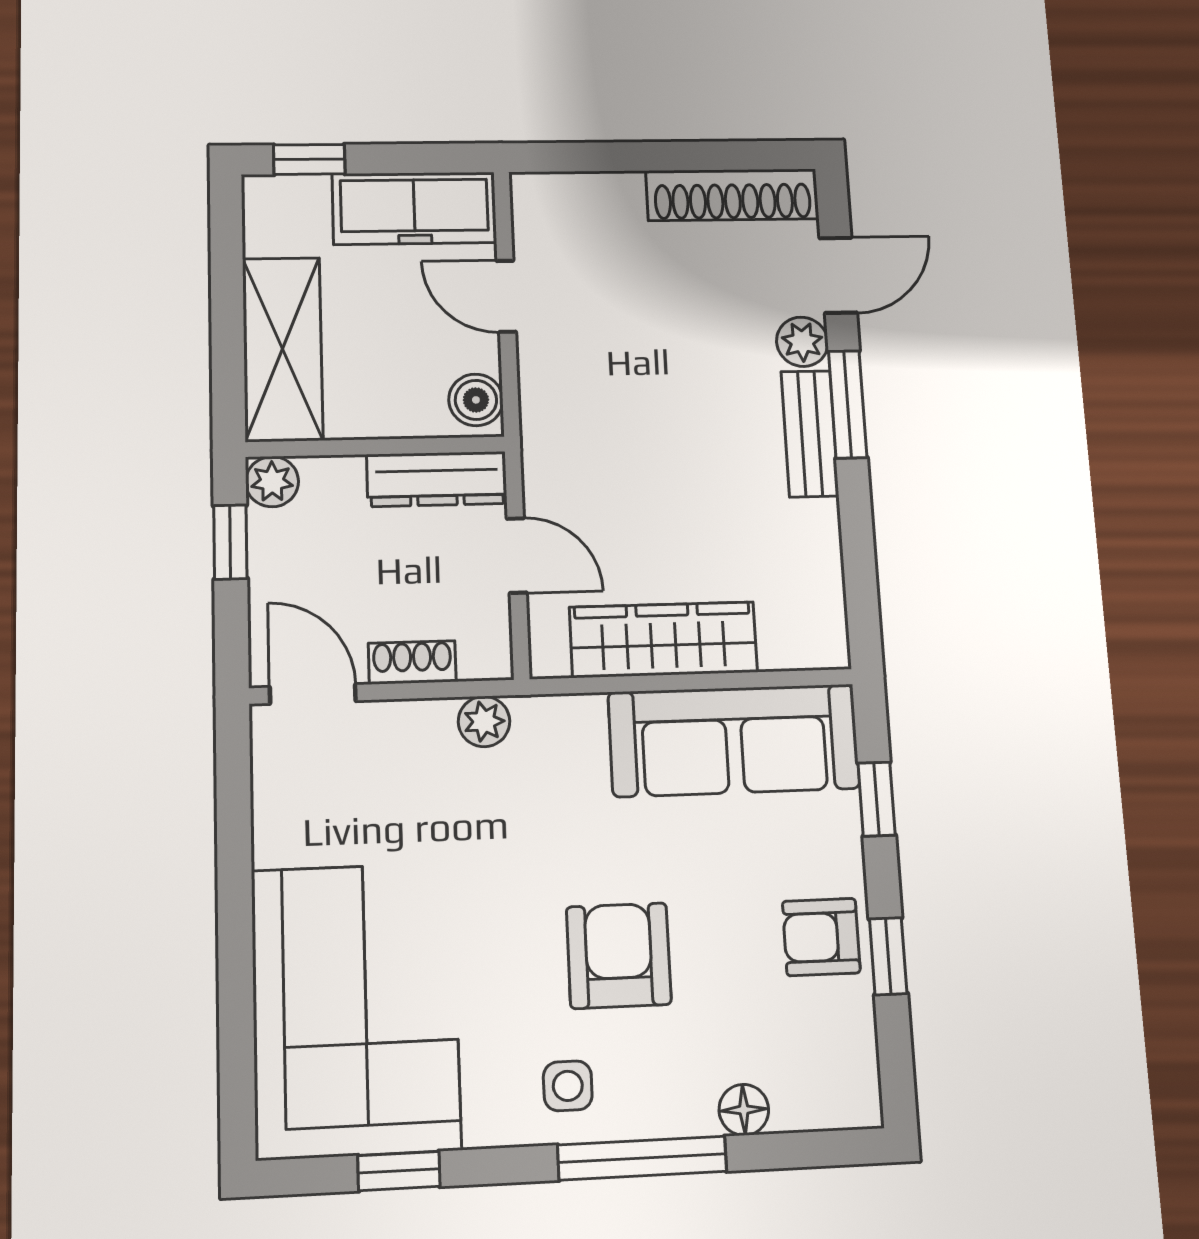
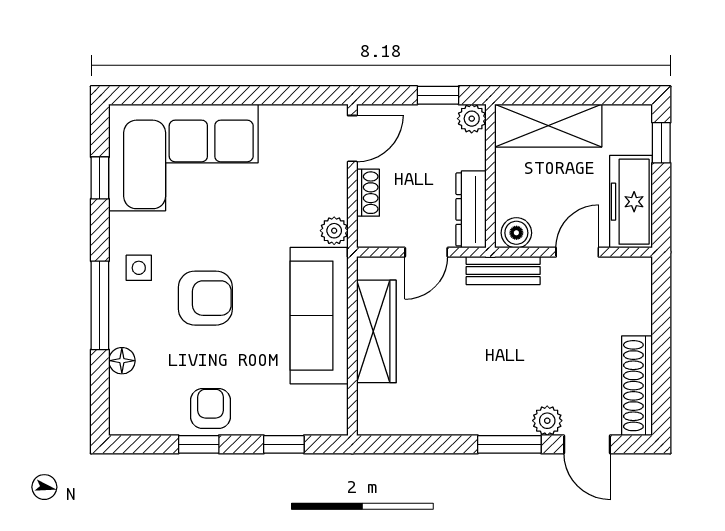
bench: (810, 434) -> (503, 271), moved
sofa: (734, 740) -> (319, 316), moved

